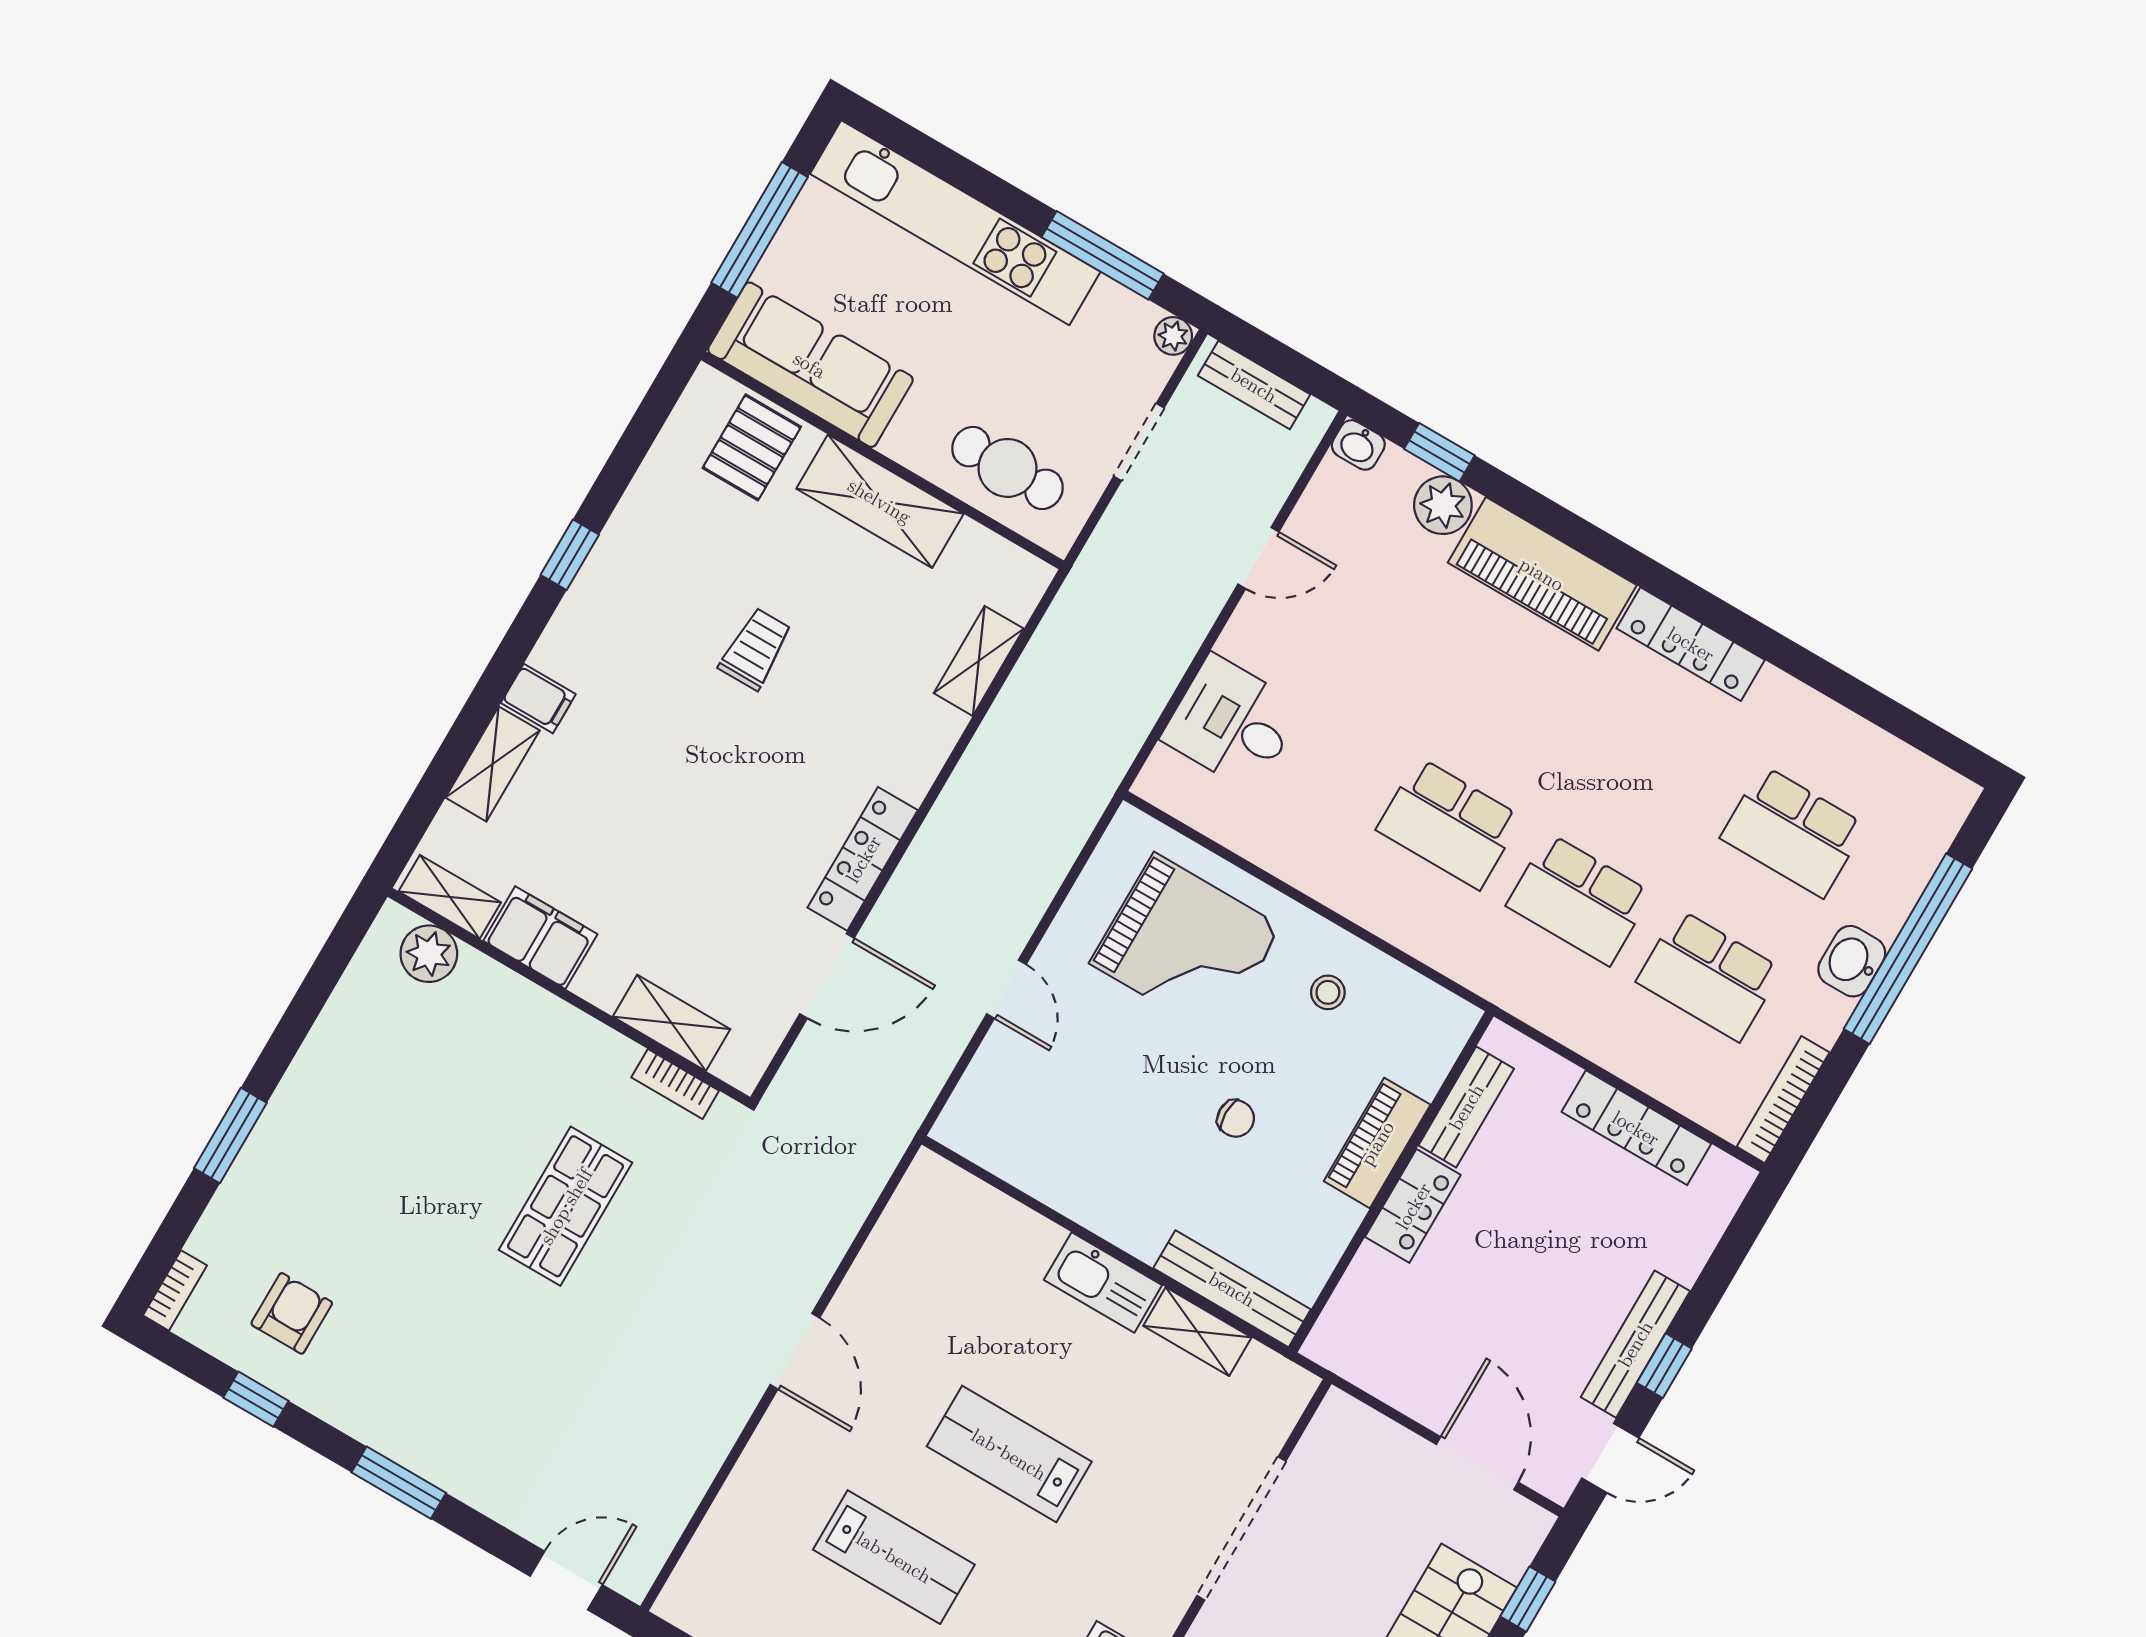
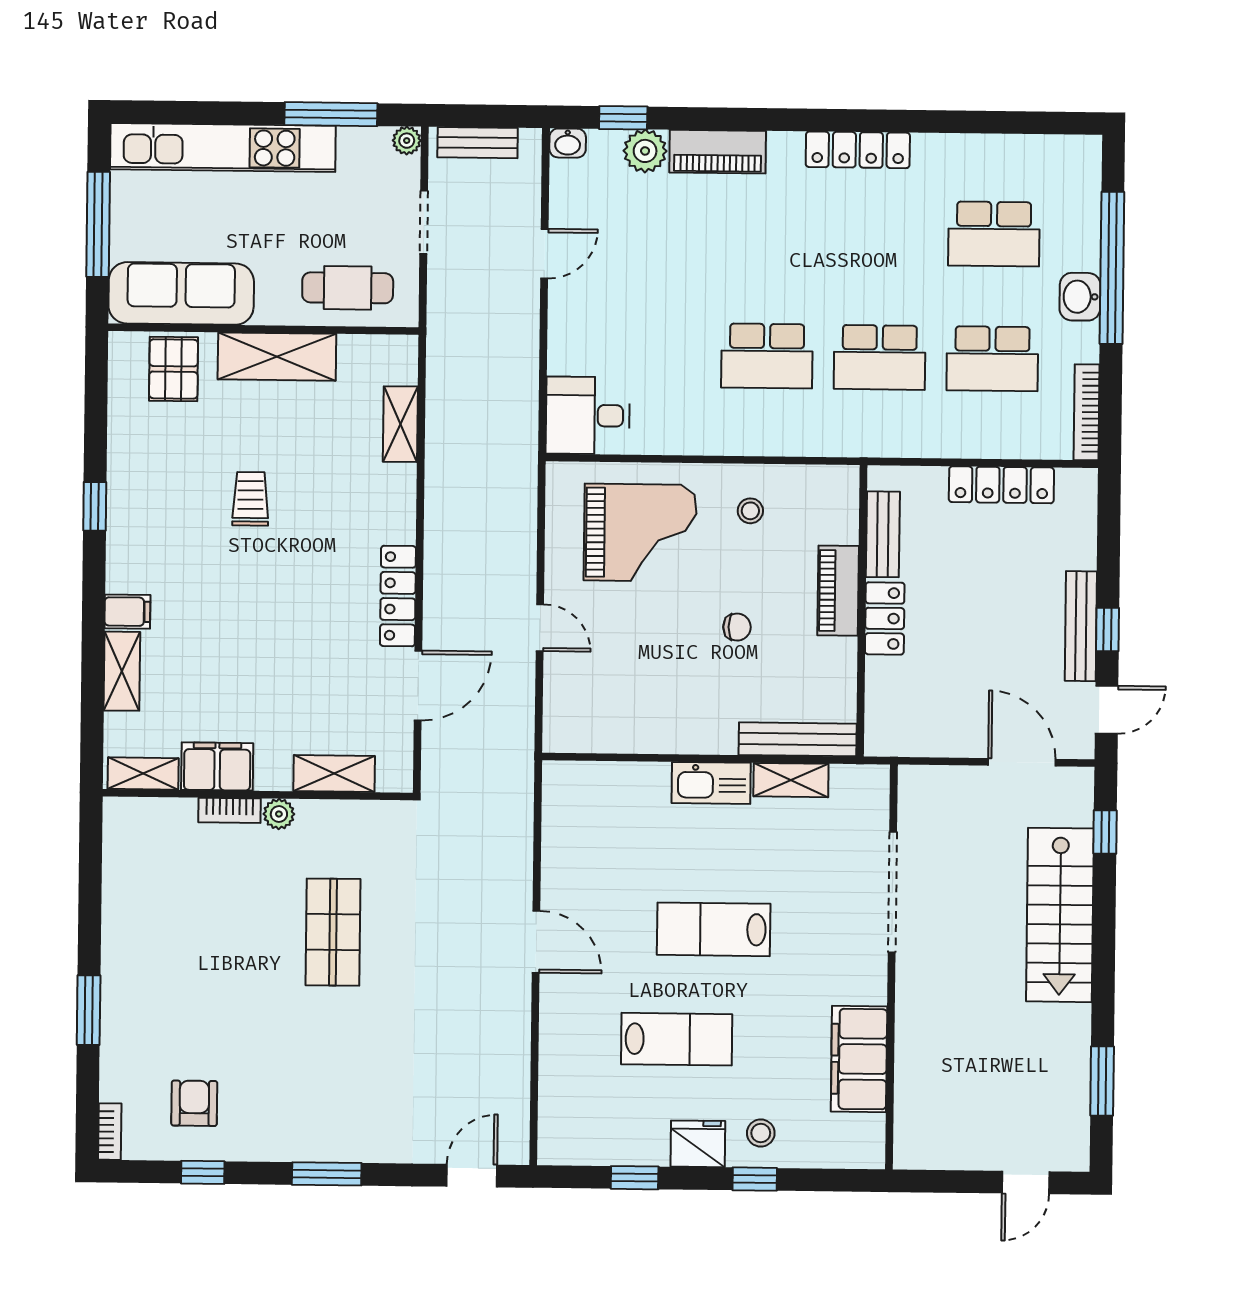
piano: (1542, 574) -> (718, 152), width x0.73, depth x0.75
desk: (1232, 723) -> (588, 416), moved
plant: (429, 954) -> (279, 814), moved, width x0.73, depth x0.73
bookcase: (675, 1084) -> (230, 810), moved

